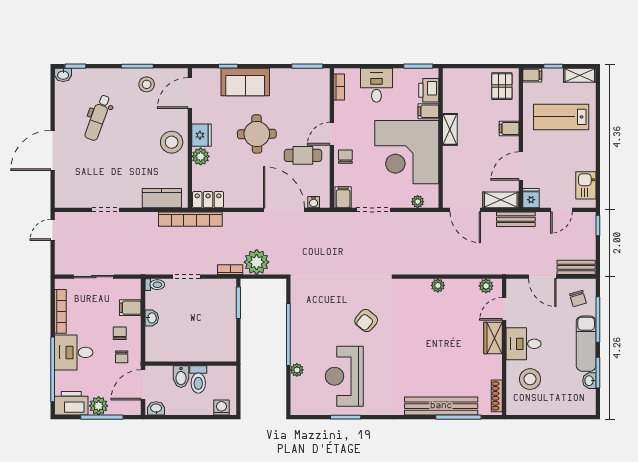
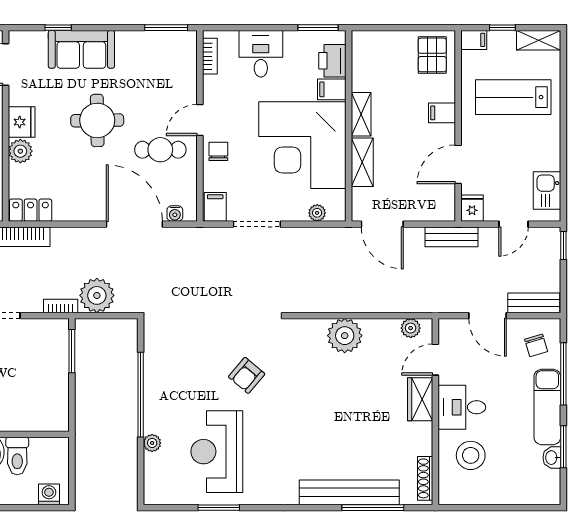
shelving: (501, 200) -> (362, 162), moved, turned 90
plant: (438, 285) -> (345, 336), width x1.88, depth x1.88

